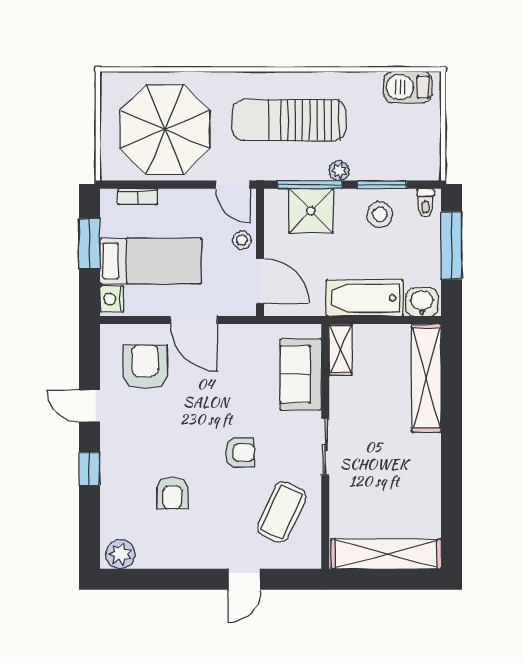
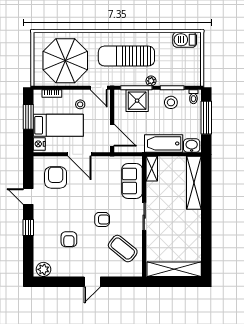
stool: (242, 240) -> (80, 104), moved
coffee table: (282, 512) -> (123, 249), turned -76
door: (245, 579) -> (92, 282), moved

